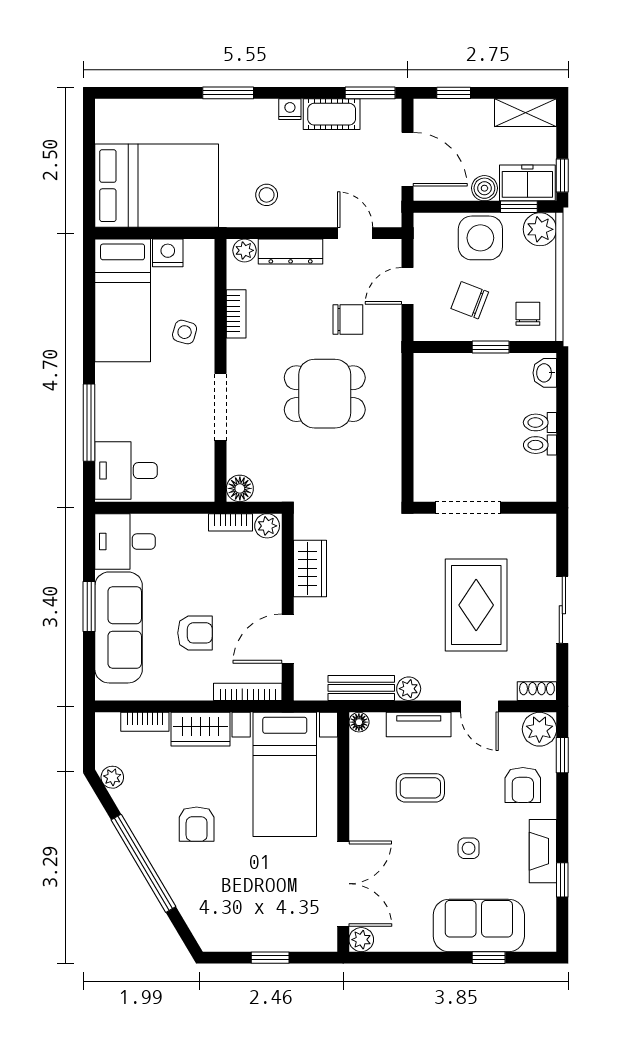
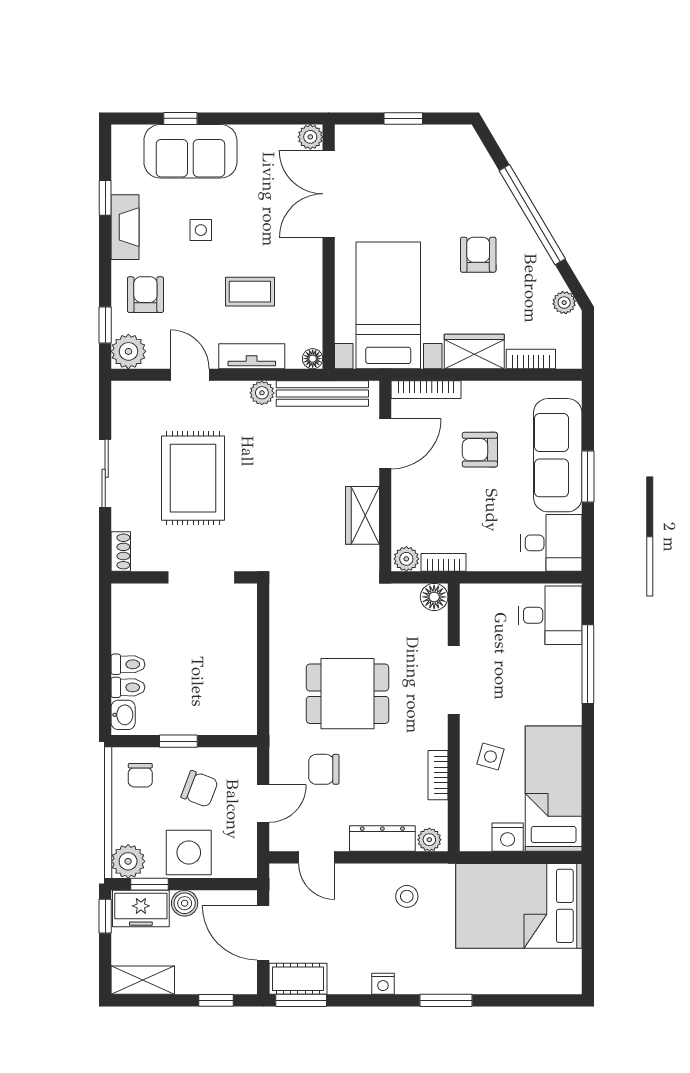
cot: (332, 114) -> (298, 979), moved
toilet: (540, 445) -> (128, 687), moved
bench: (361, 688) -> (322, 394), width x1.36
shoe rack: (537, 691) -> (121, 551), moved, turned -90

